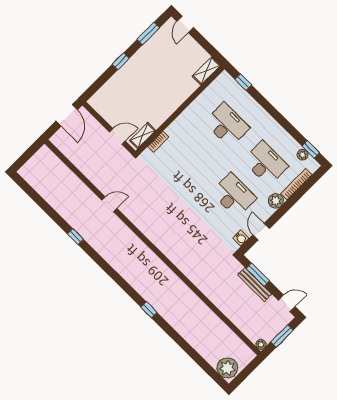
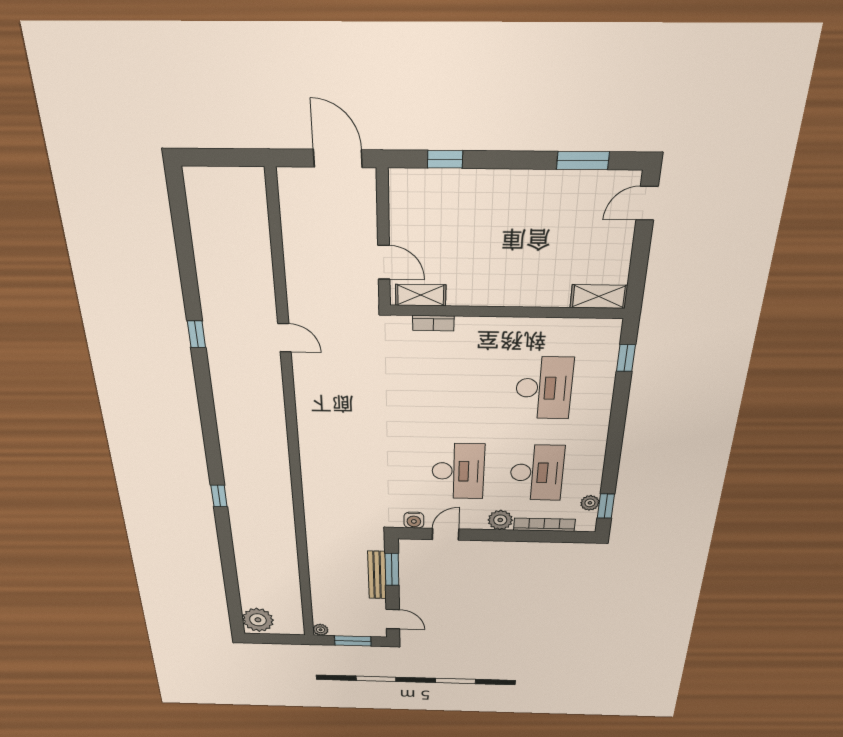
window: (121, 61) -> (445, 159), moved
door: (67, 115) -> (338, 158), swing flipped

